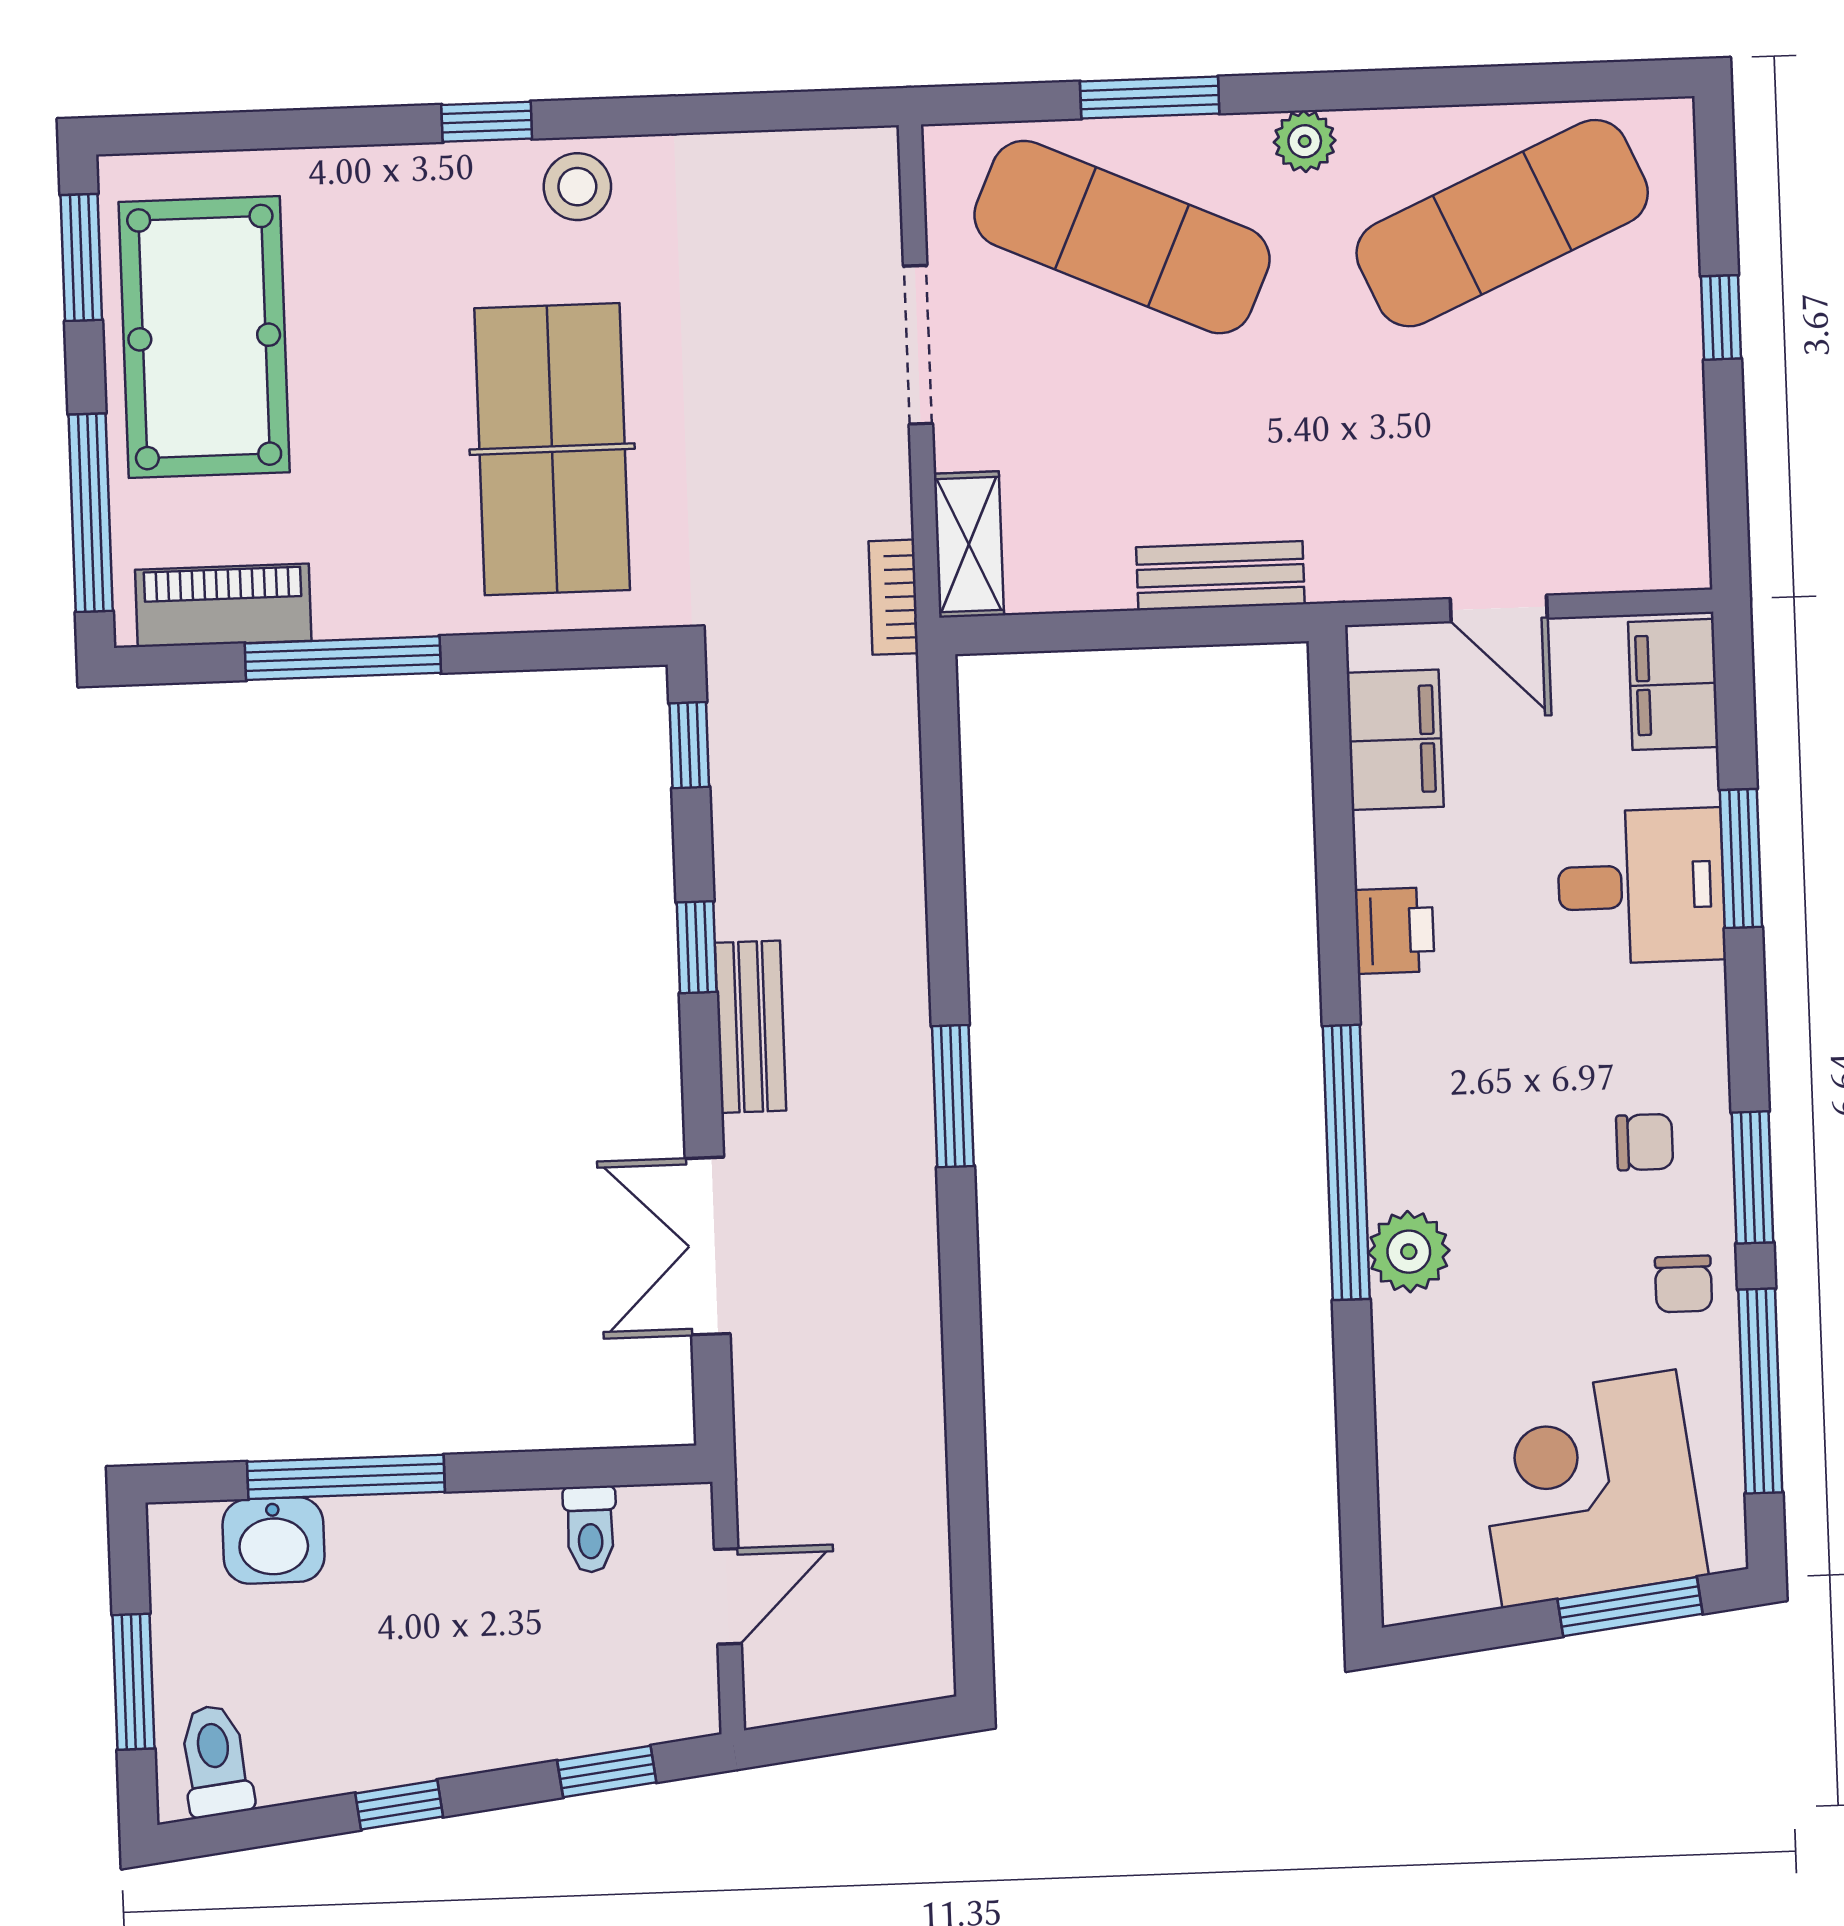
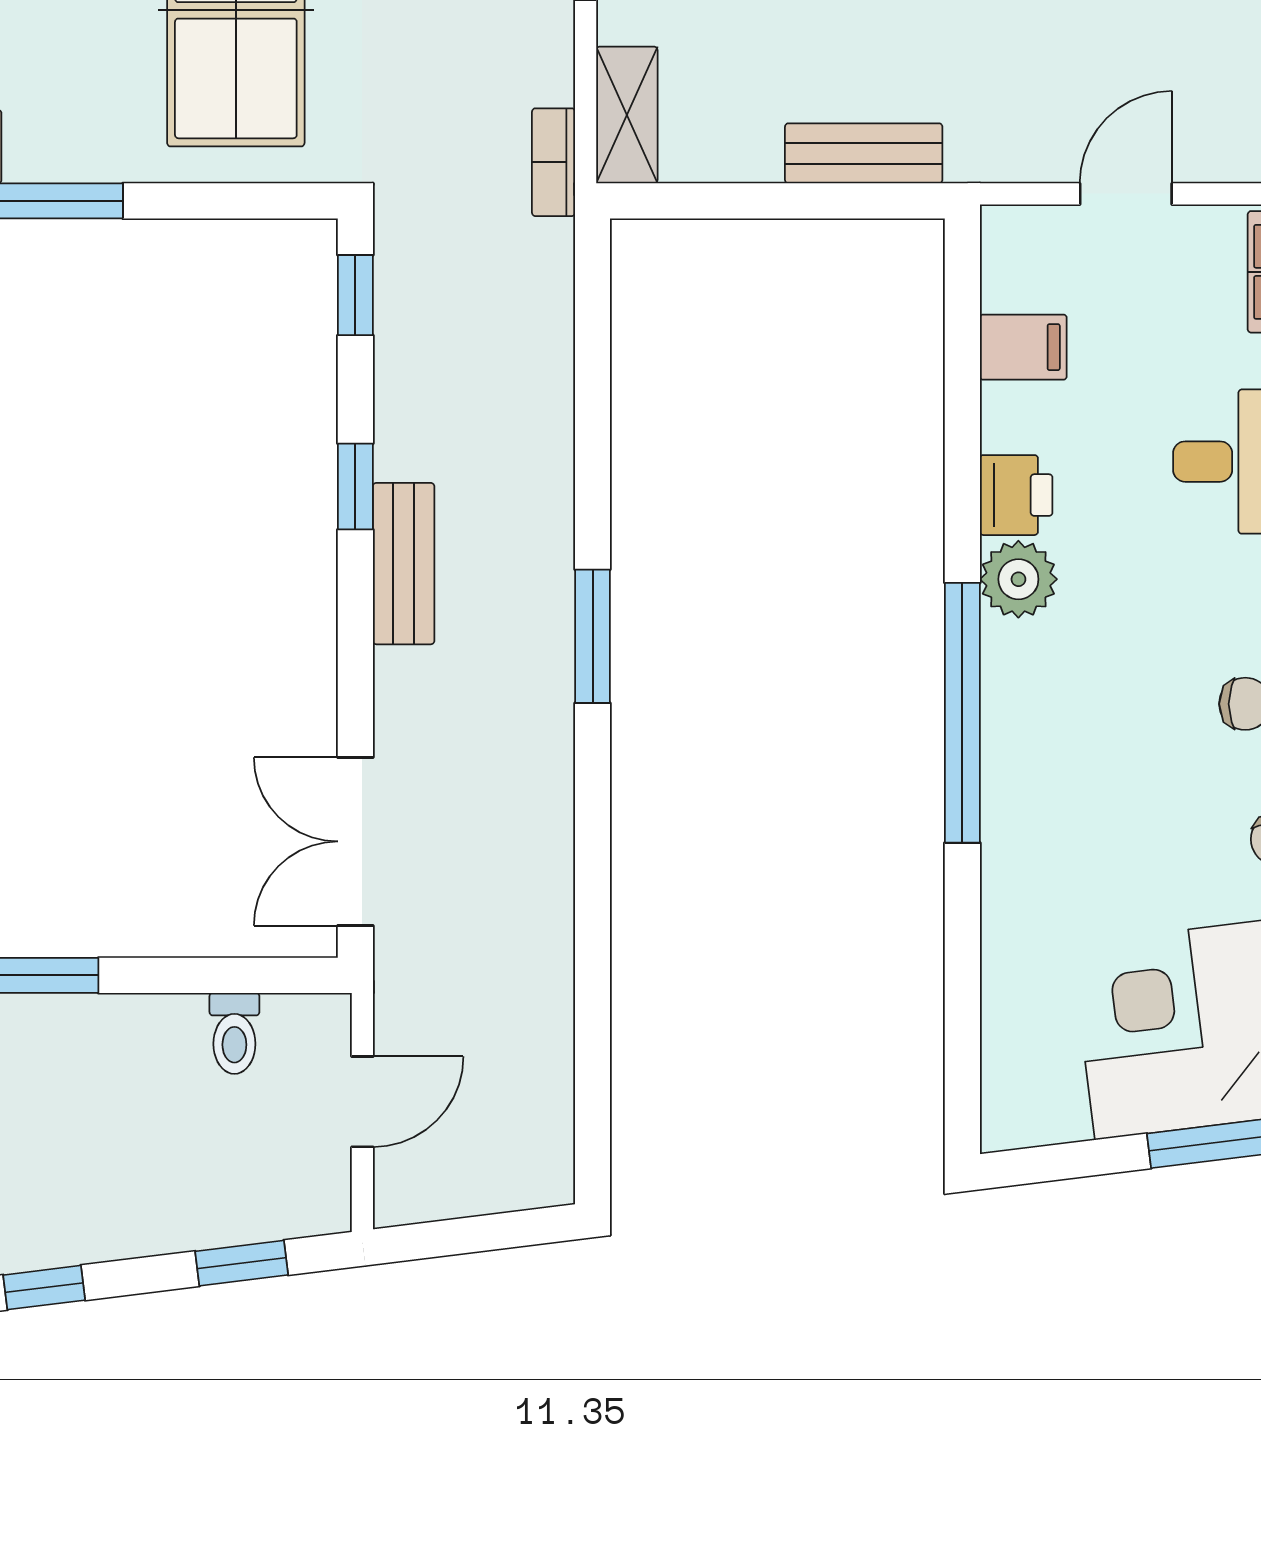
door: (1499, 608) -> (1126, 194), swing flipped
filing cabinet: (1395, 740) -> (1023, 347), width x0.50
double door: (708, 1246) -> (355, 841), moved
plant: (1409, 1252) -> (1018, 579), moved

